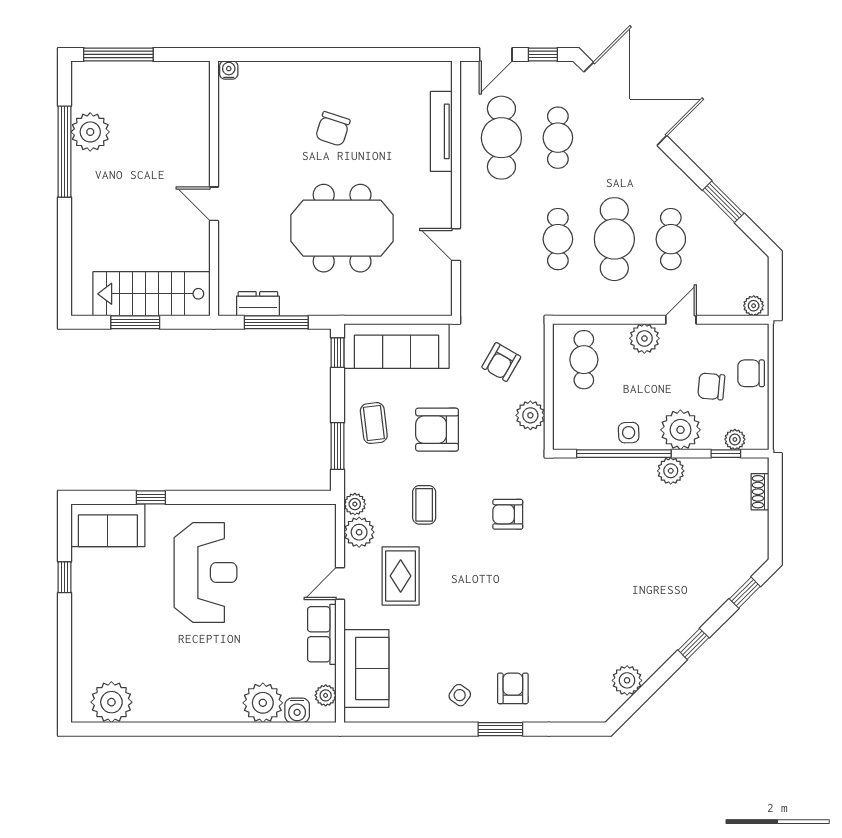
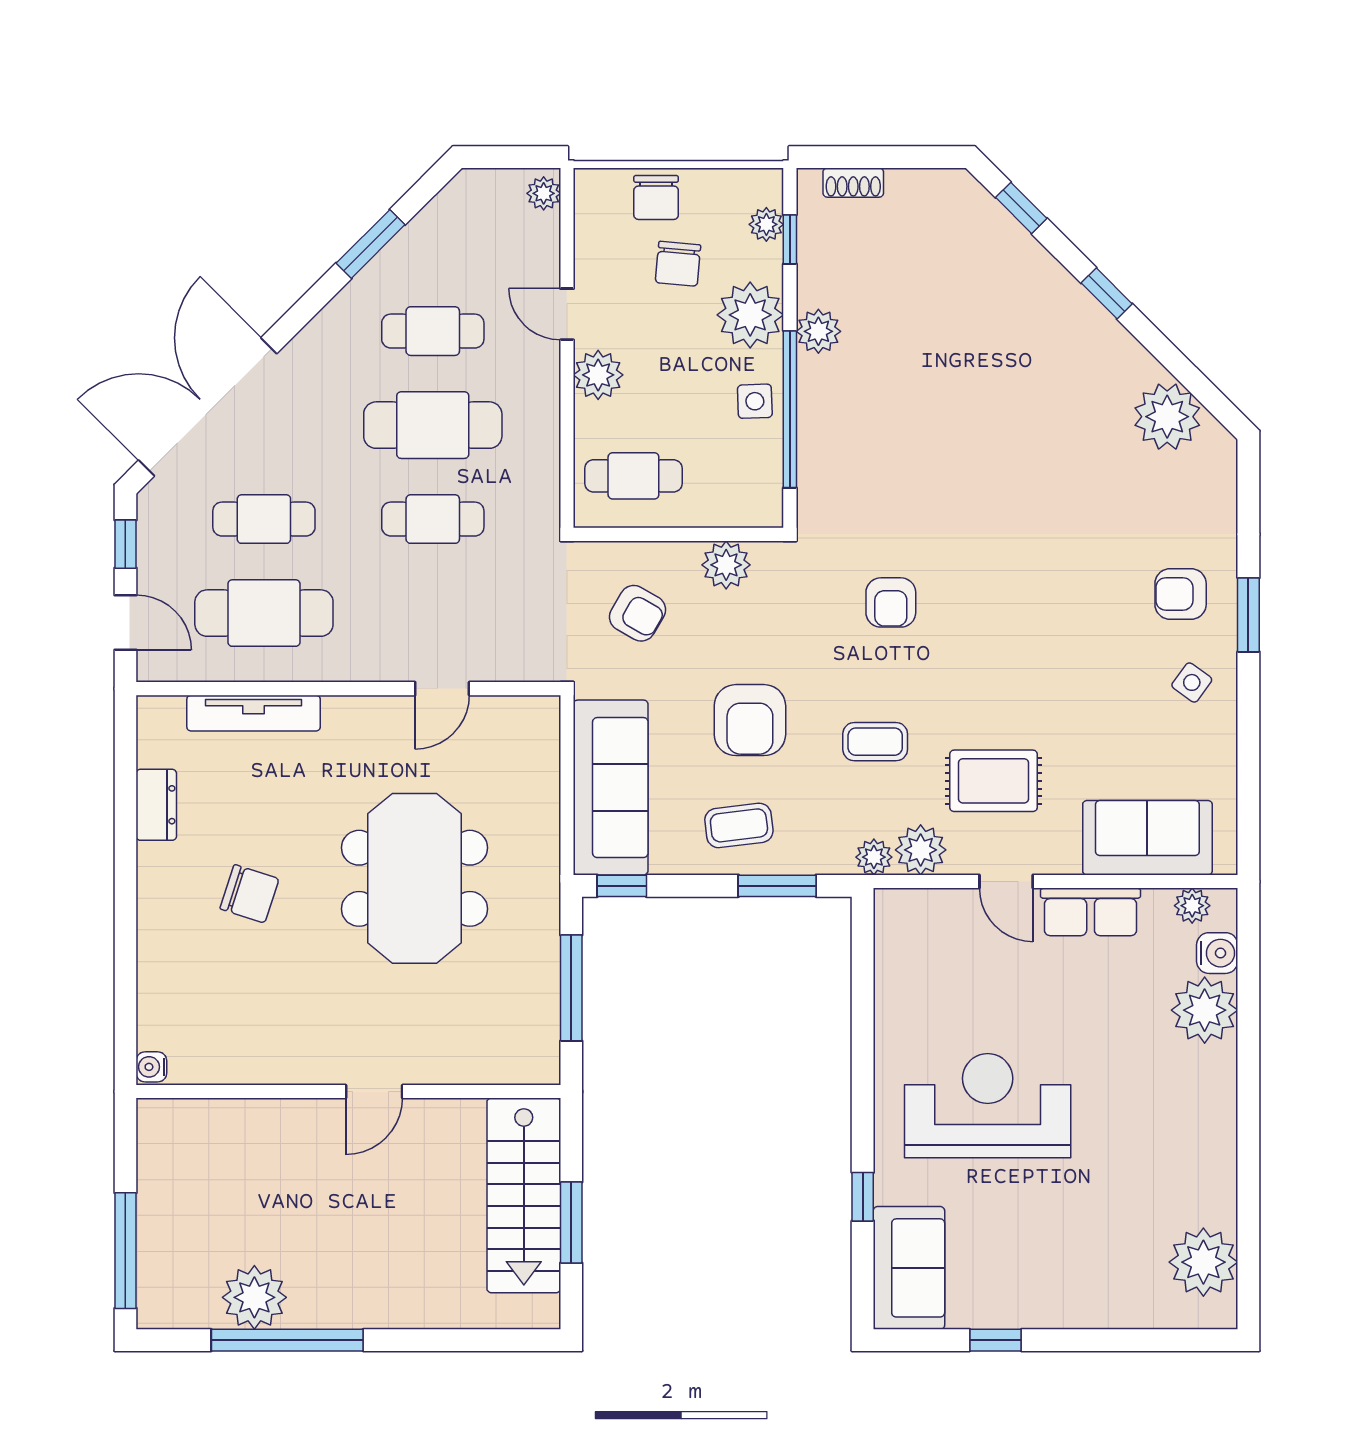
dresser: (258, 304) -> (156, 805), moved, turned 180
plant: (627, 680) -> (1167, 417), width x1.36, depth x1.36

